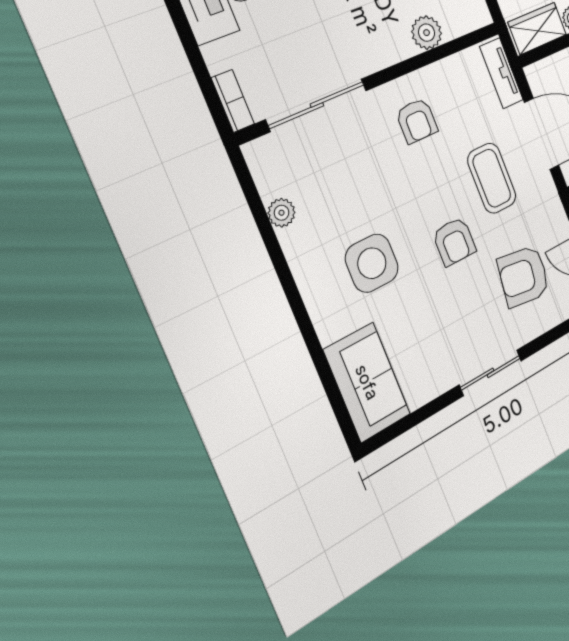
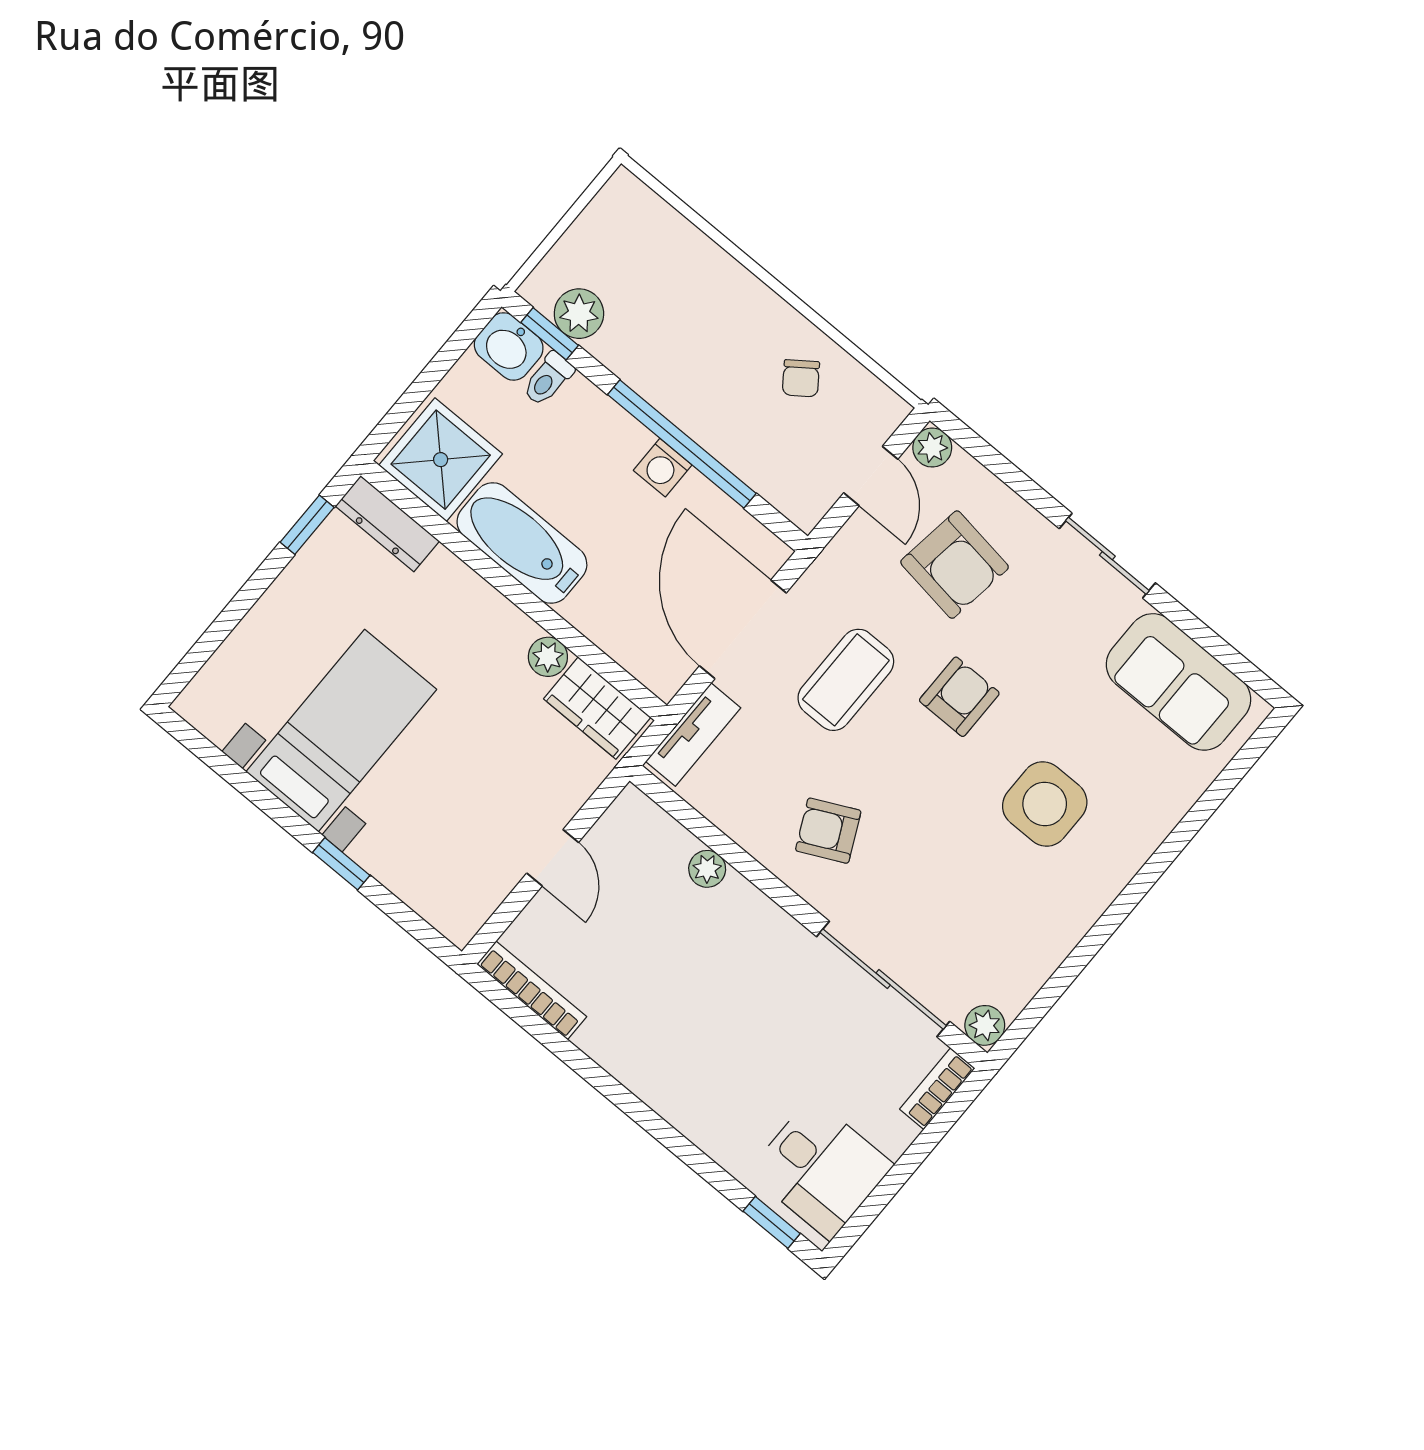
plant: (427, 33) -> (707, 869), width x0.73, depth x0.73
armchair: (417, 121) -> (828, 831), turned -116
plant: (282, 213) -> (985, 1025), moved
sofa: (367, 382) -> (1179, 682), moved, turned -90

